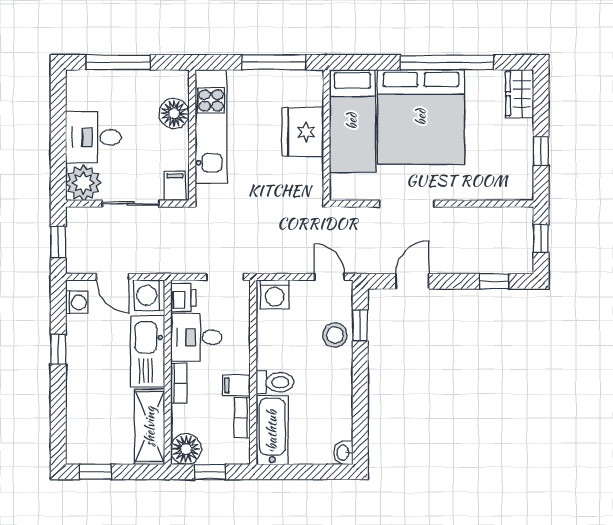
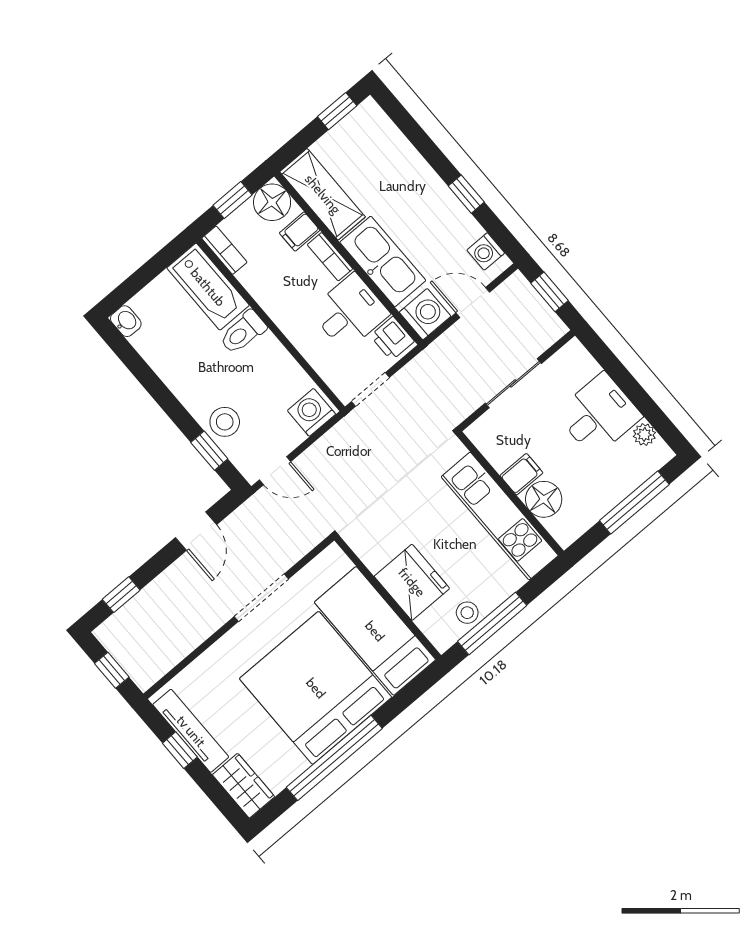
stool: (284, 83) -> (467, 613), added
tv unit: (524, 157) -> (191, 731), added
plant: (83, 183) -> (644, 434), moved, width x0.53, depth x0.53
filing cabinet: (175, 186) -> (521, 474), moved, turned -90
filing cabinet: (236, 385) -> (300, 232), moved, turned 180
bookcase: (242, 418) -> (224, 250), moved

